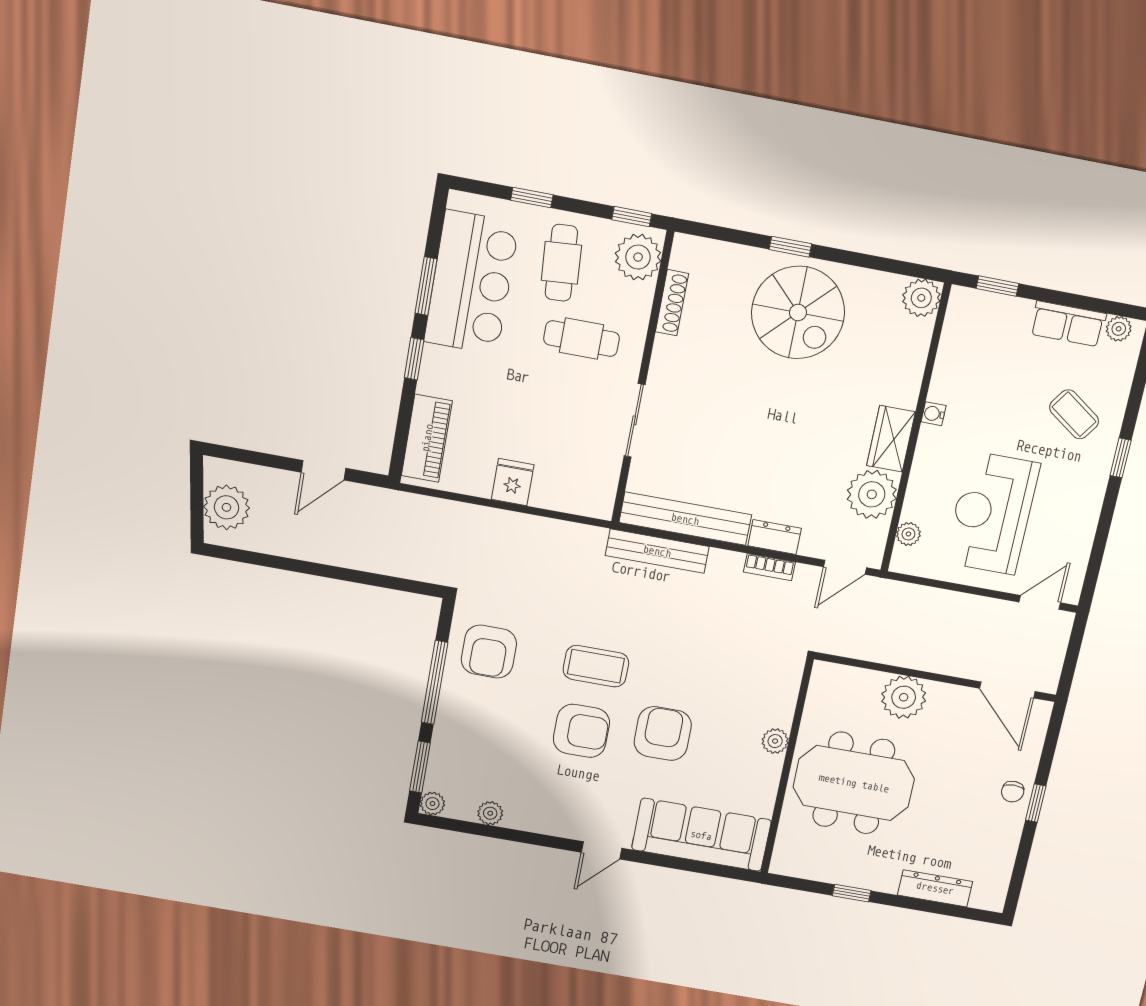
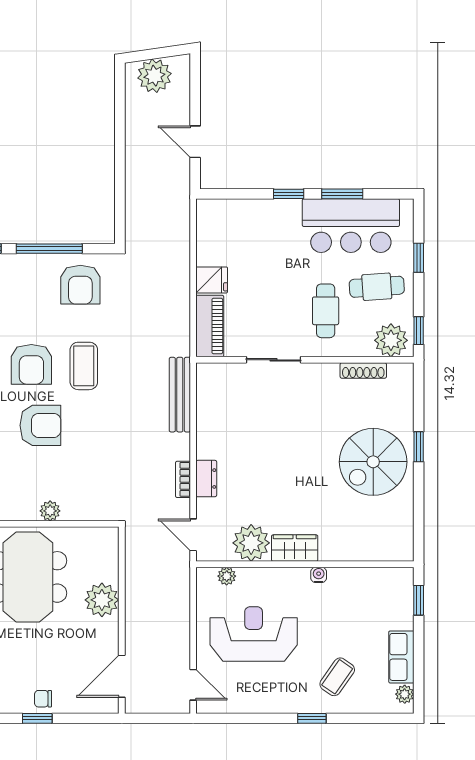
plant: (921, 298) -> (400, 548), removed
piano: (427, 438) -> (210, 326), moved, turned -90
bench: (685, 519) -> (208, 410), removed
armchair: (489, 652) -> (80, 285), turned -90

